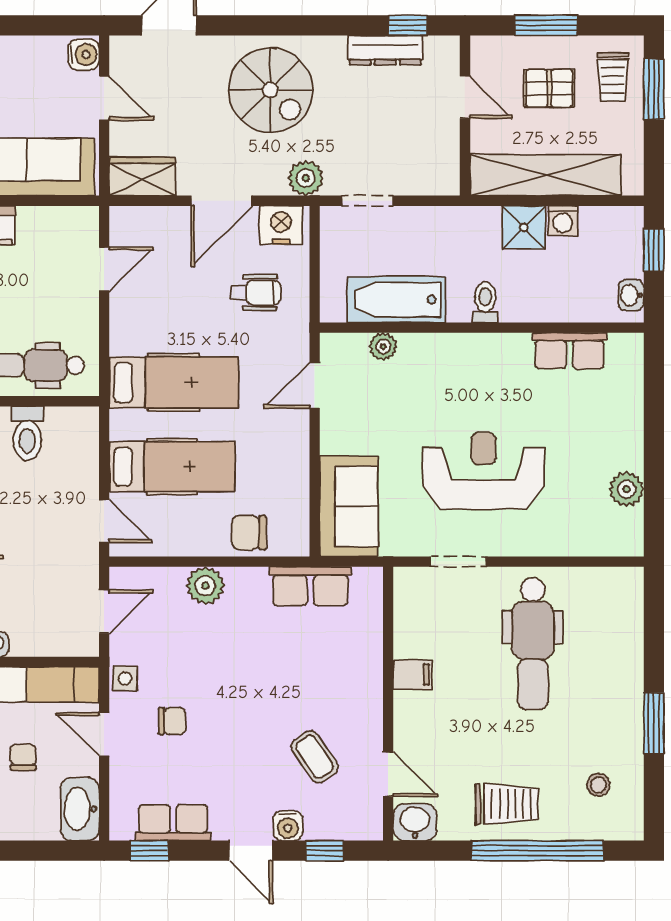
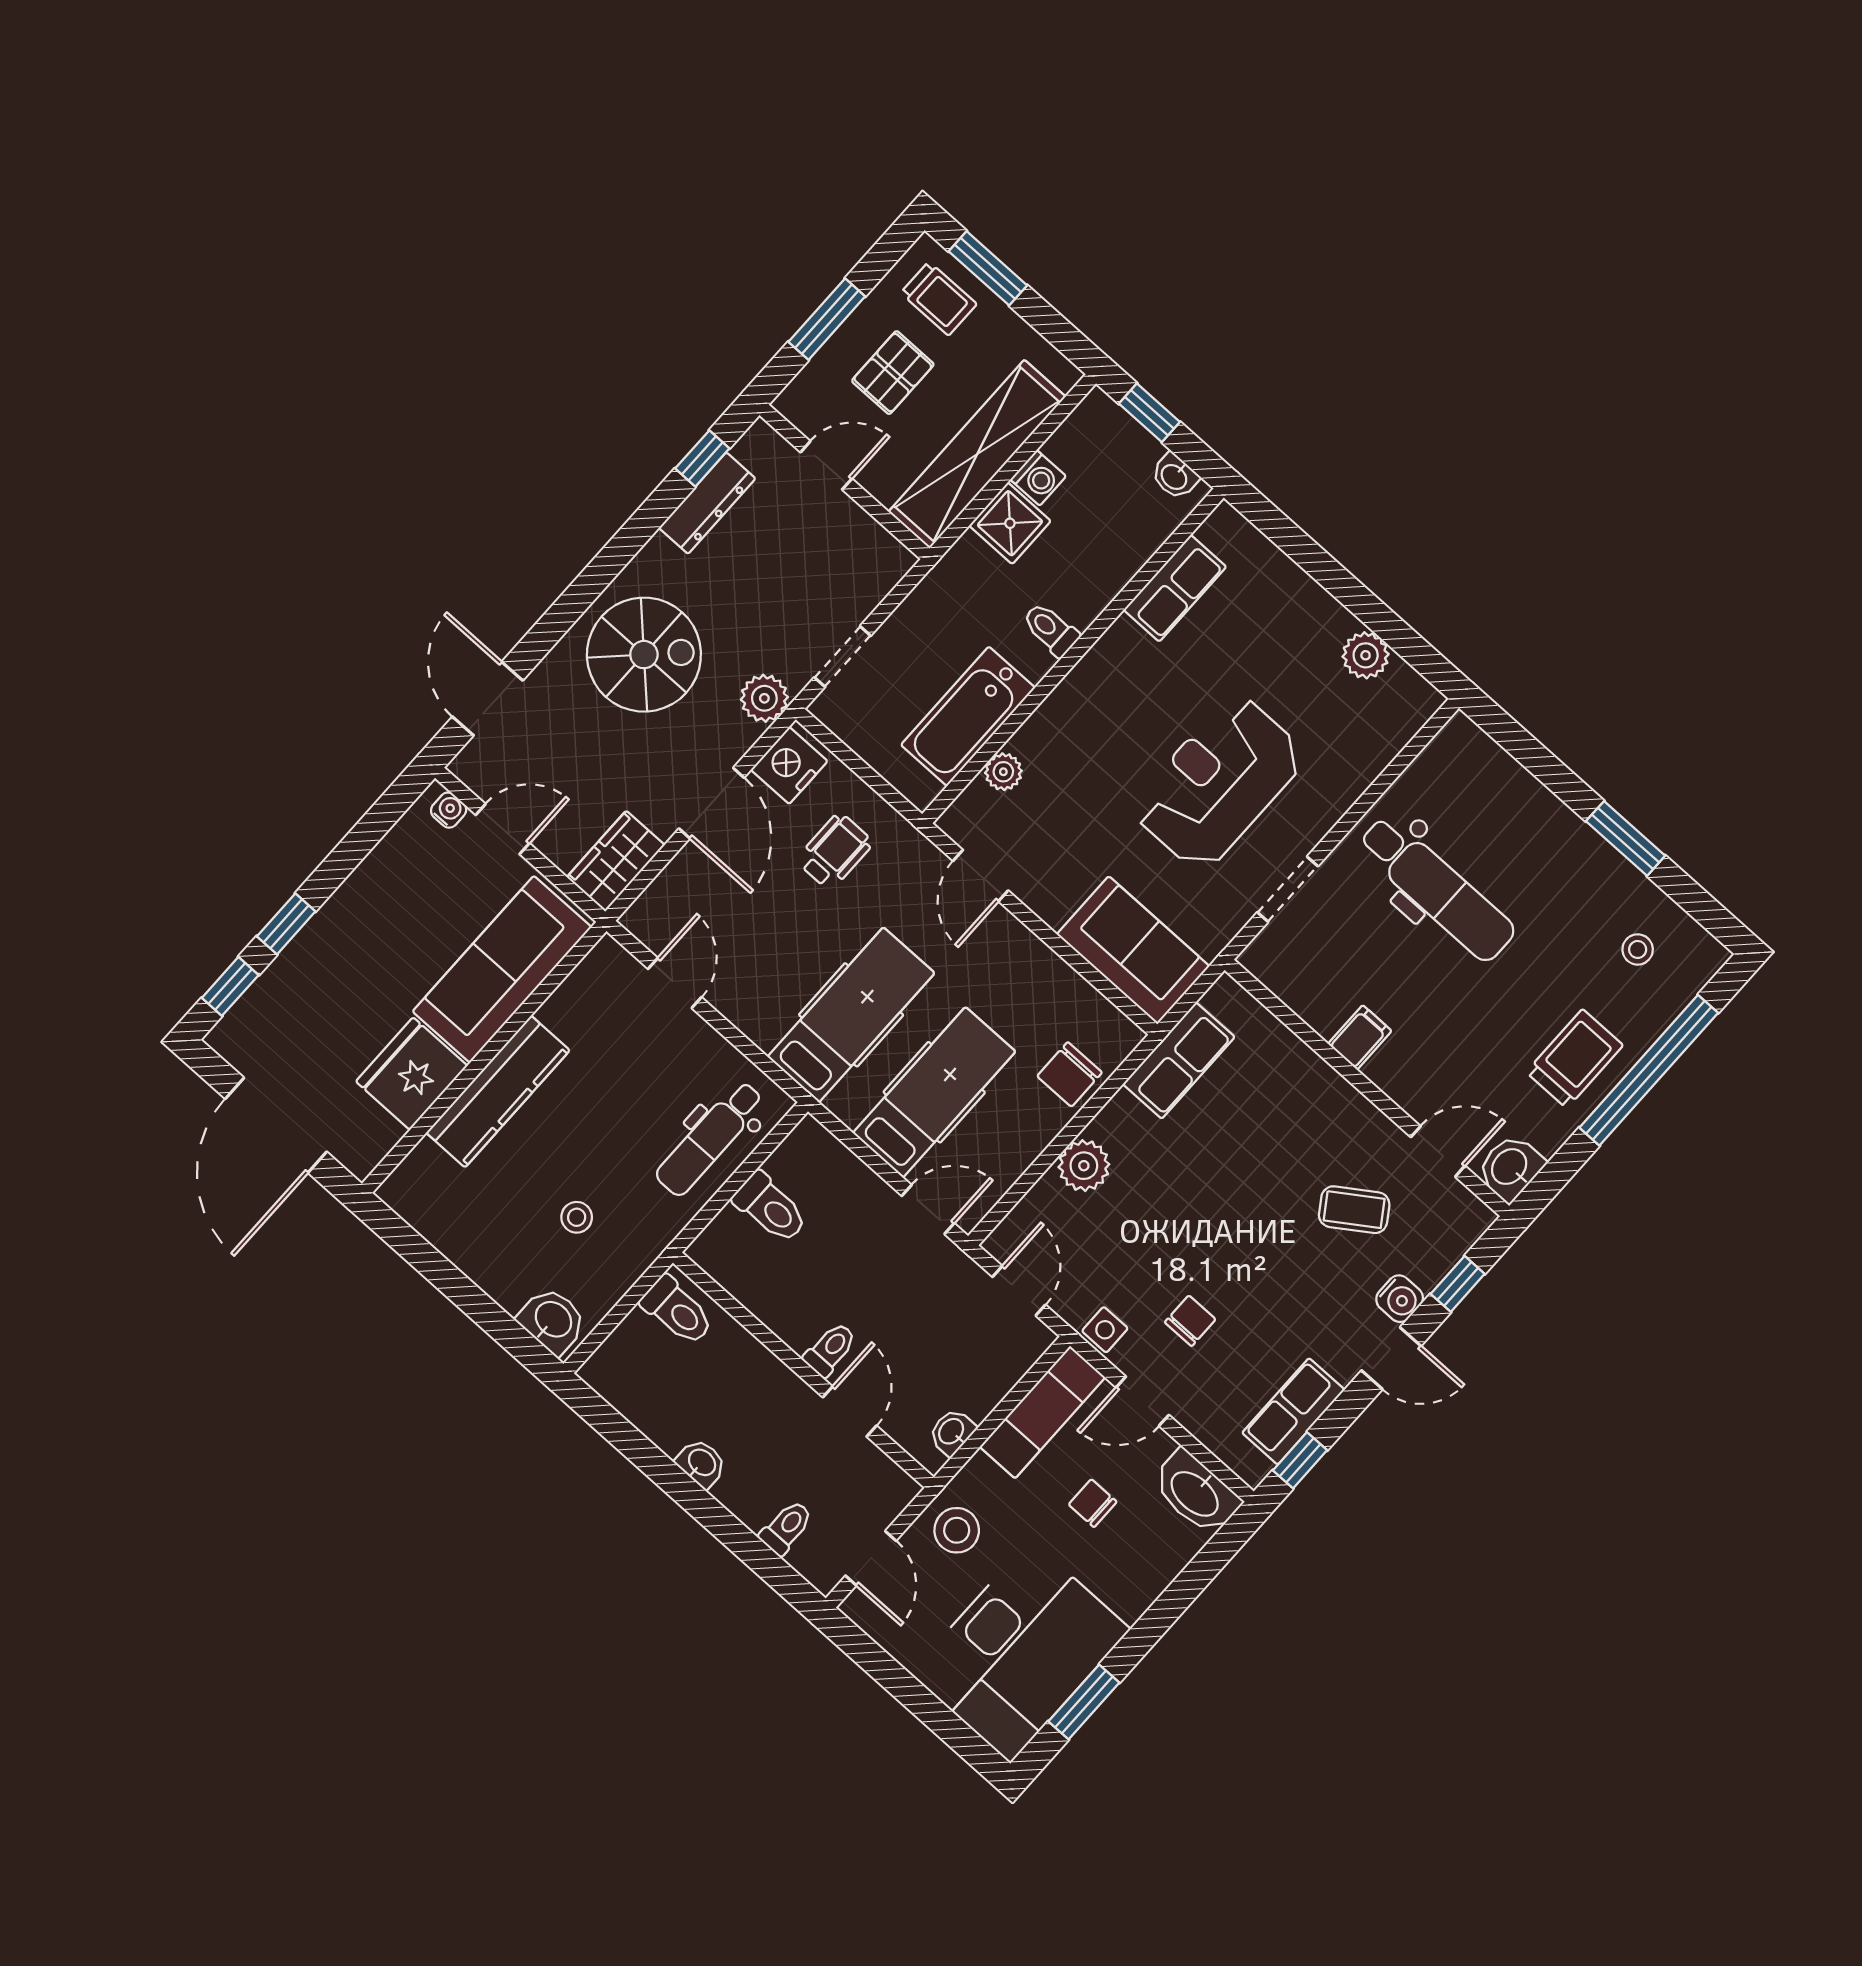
water cooler: (84, 55) -> (449, 810), width x0.72, depth x0.72

